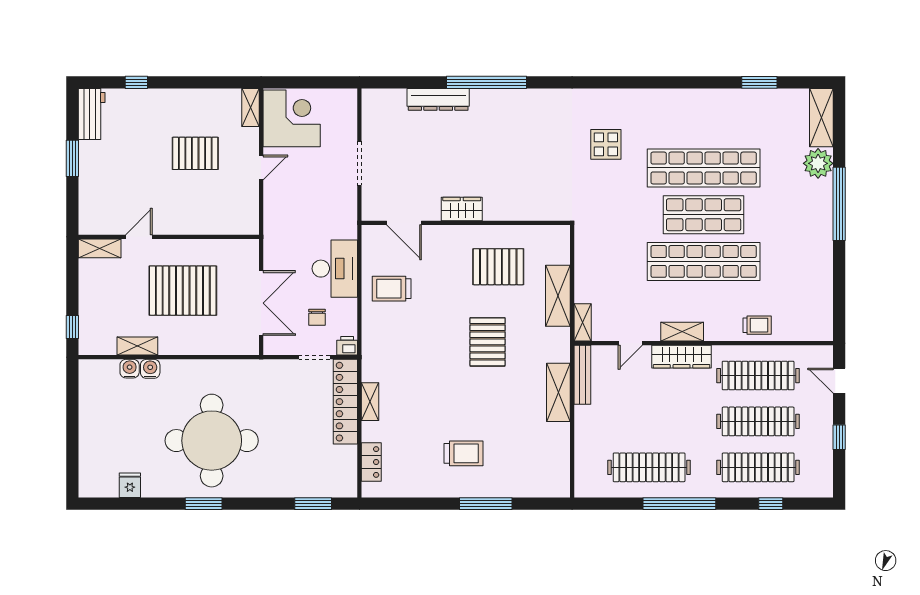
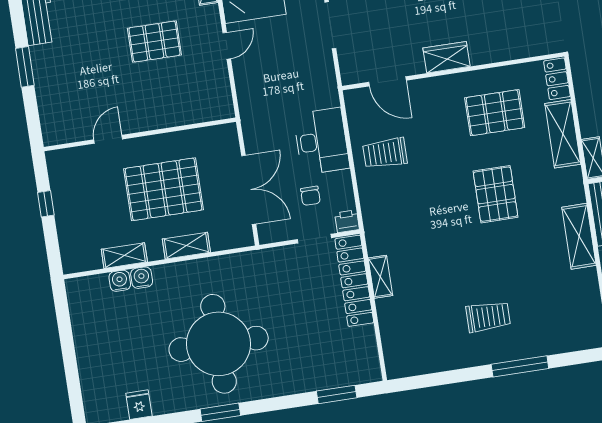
shelving: (100, 248) -> (186, 246), moved
window: (72, 327) -> (46, 204), moved
locker: (371, 462) -> (557, 79), moved, turned 180

